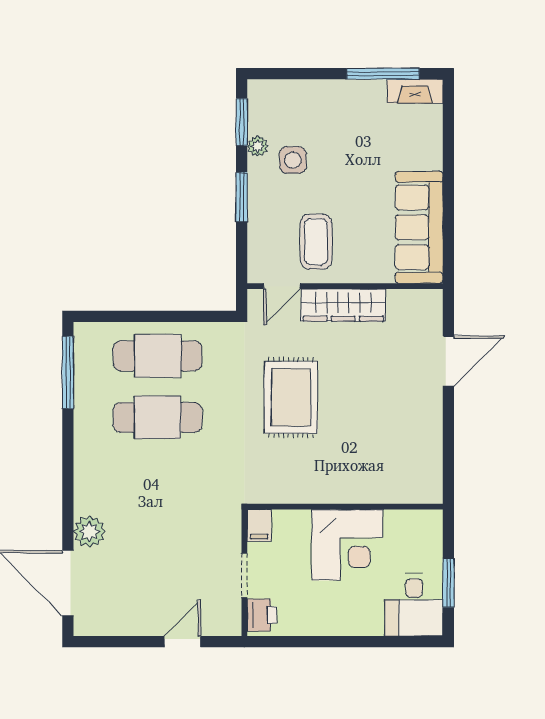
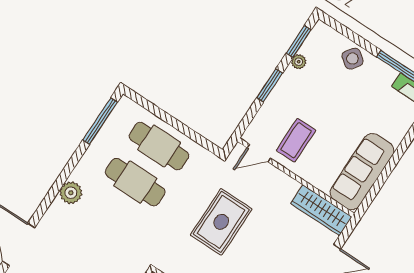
side table: (293, 160) -> (353, 59), moved, turned 37
wardrobe: (343, 305) -> (321, 210), moved
plant: (89, 531) -> (71, 193), moved

